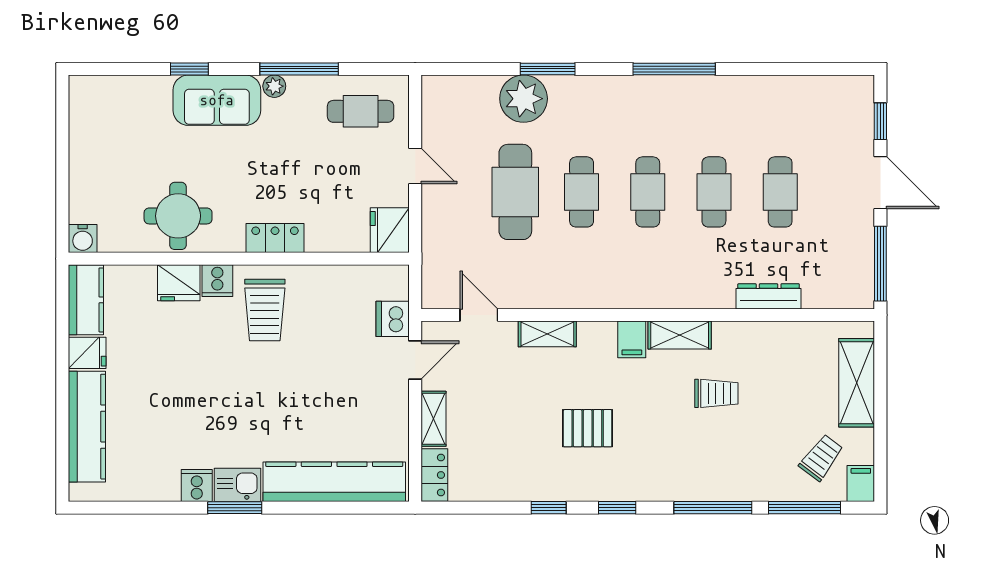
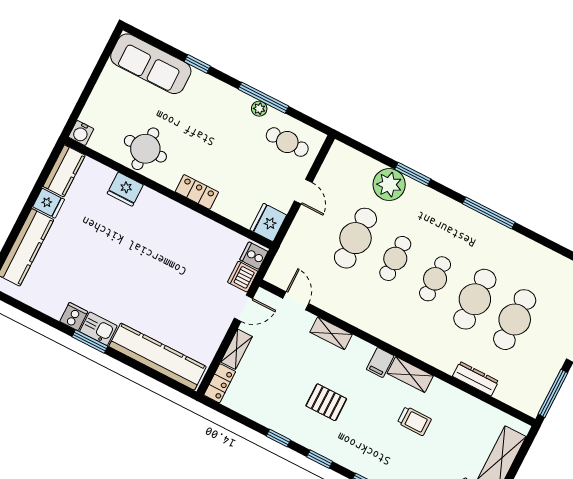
plant: (274, 86) -> (259, 109), moved
sofa: (217, 100) -> (151, 64), moved, width x1.36
cafe table: (714, 192) -> (475, 299), width x1.37, depth x1.35
cafe table: (780, 192) -> (515, 320), width x1.37, depth x1.35
cooker: (217, 281) -> (254, 256), moved, turned 90
trolley: (265, 310) -> (169, 232), removed

